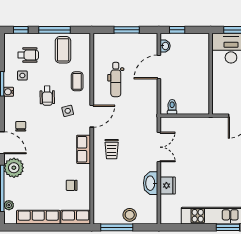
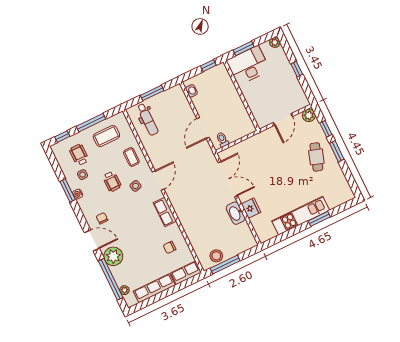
window: (177, 30) -> (208, 66), moved
coffee table: (63, 50) -> (106, 136), turned 90
wheelchair: (28, 55) -> (79, 155), turned -90
door: (159, 67) -> (203, 128), moved
dental chair: (116, 80) -> (148, 119), moved
double door: (159, 147) -> (228, 179), width x1.37
trolley: (112, 149) -> (189, 200), removed
stool: (130, 215) -> (216, 256), moved

